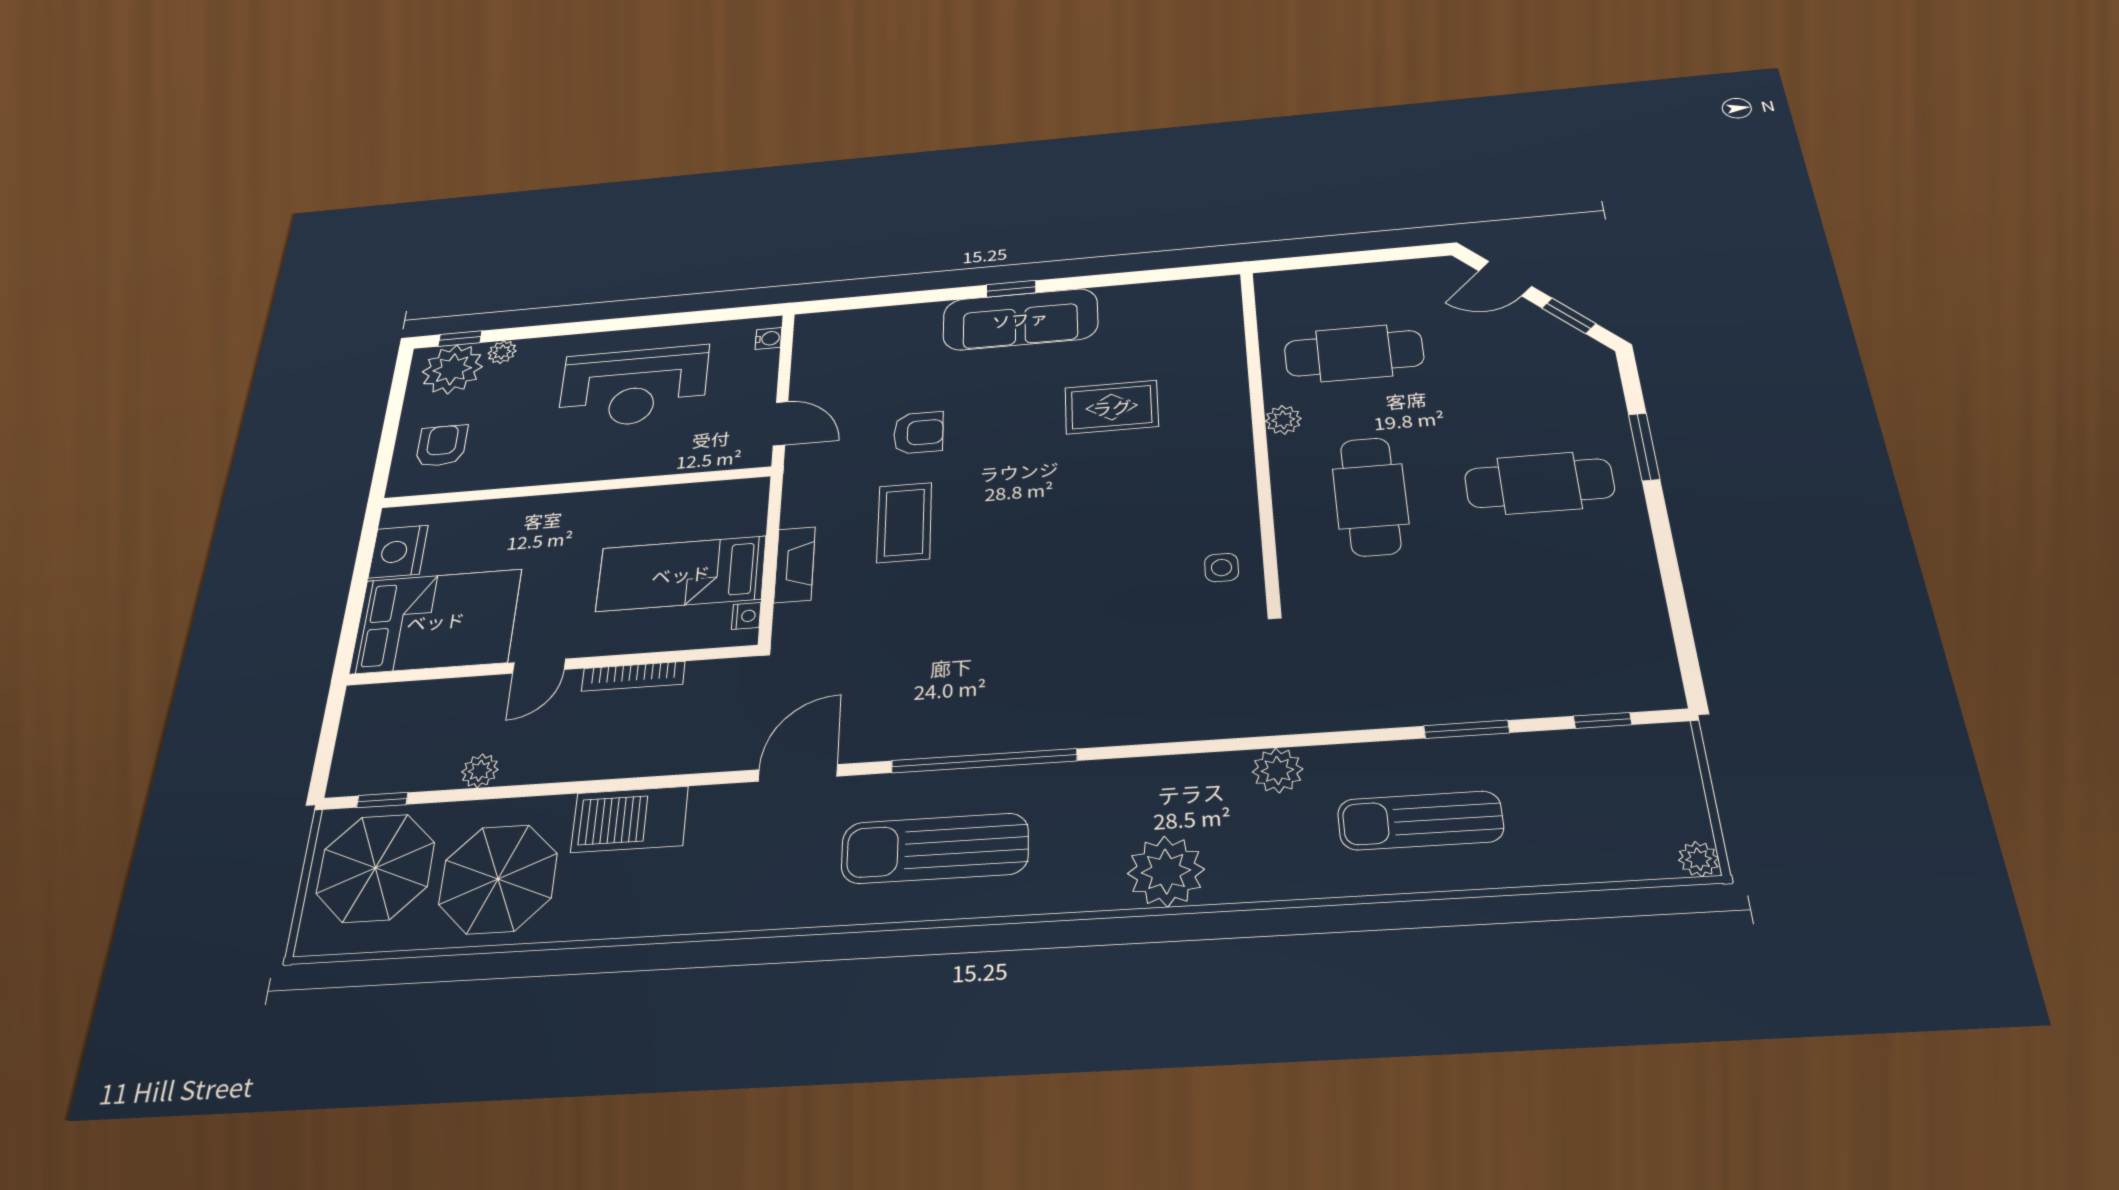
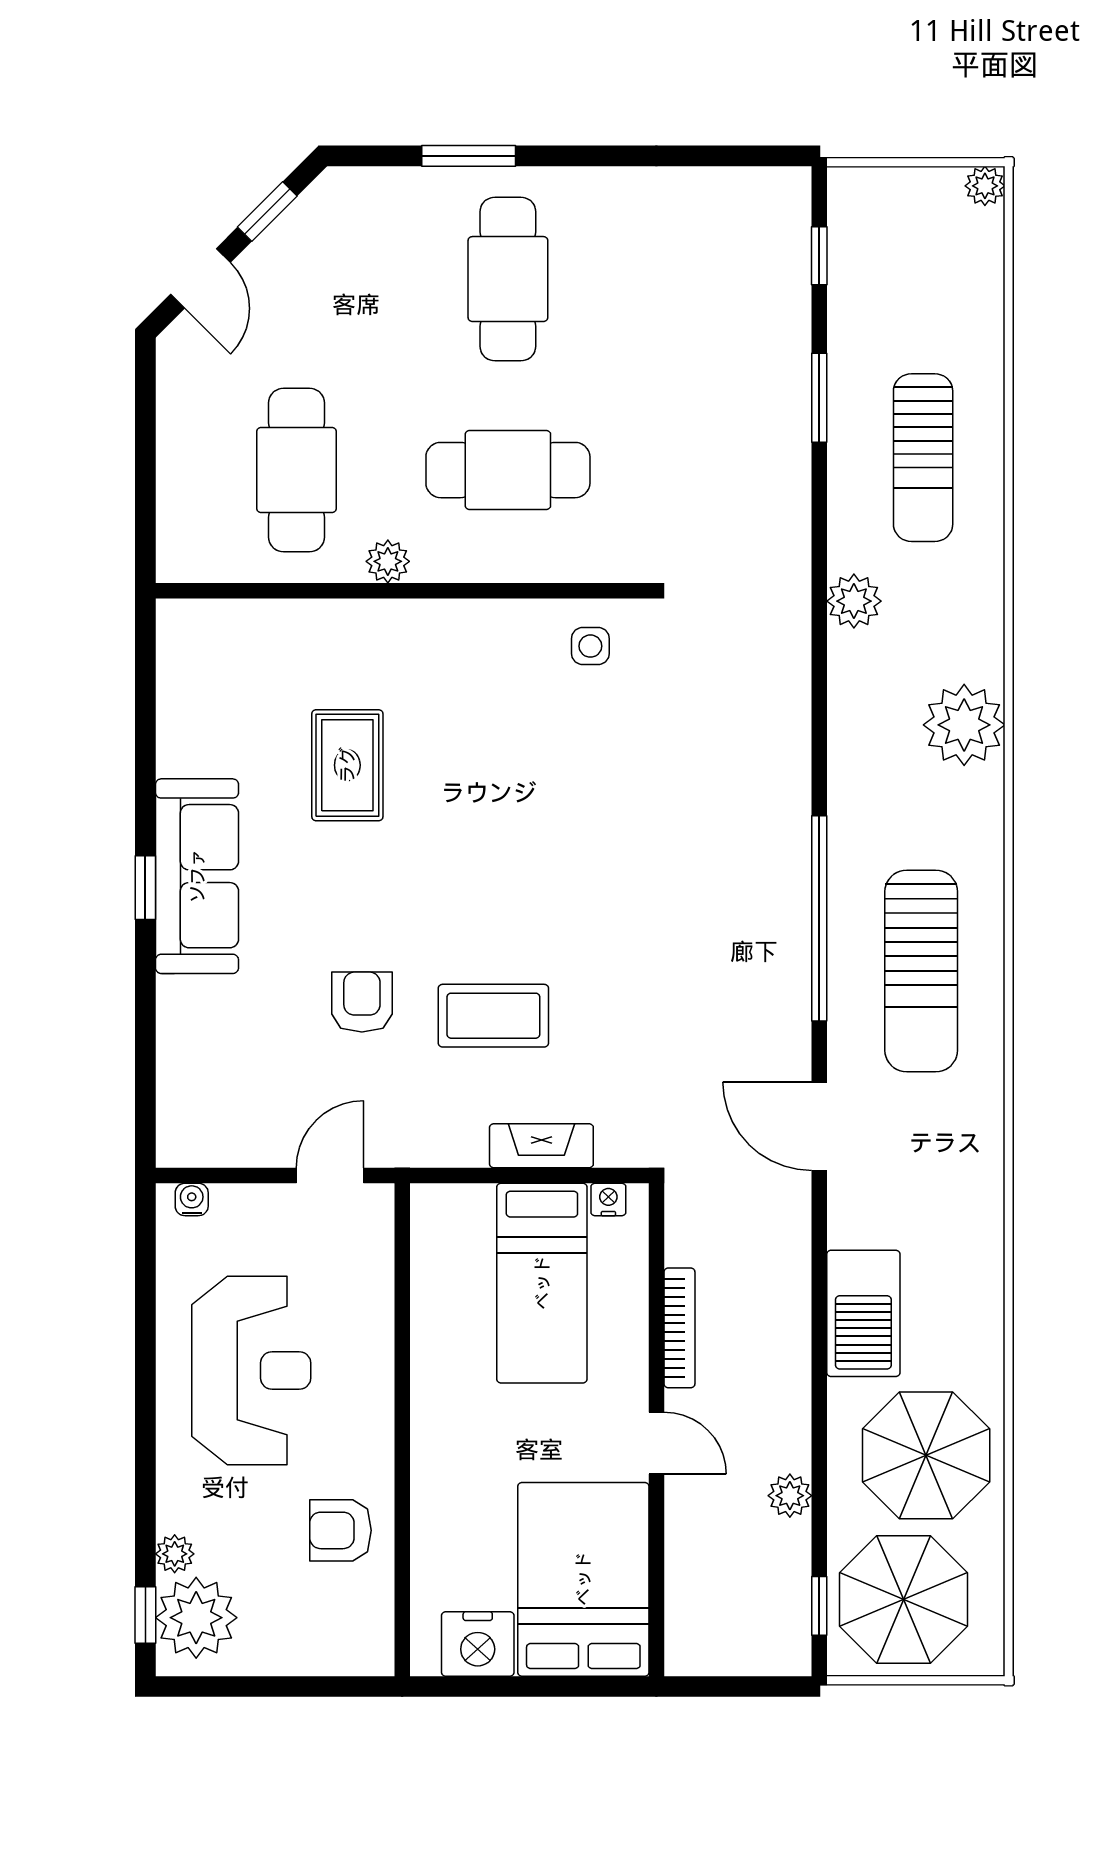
armchair: (442, 446) -> (340, 1530), moved

